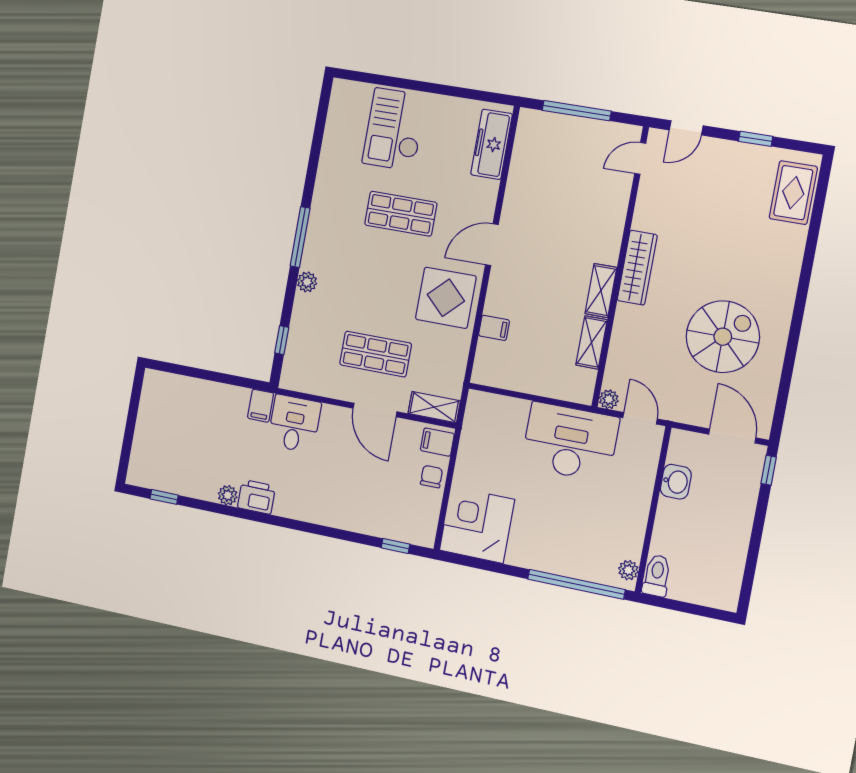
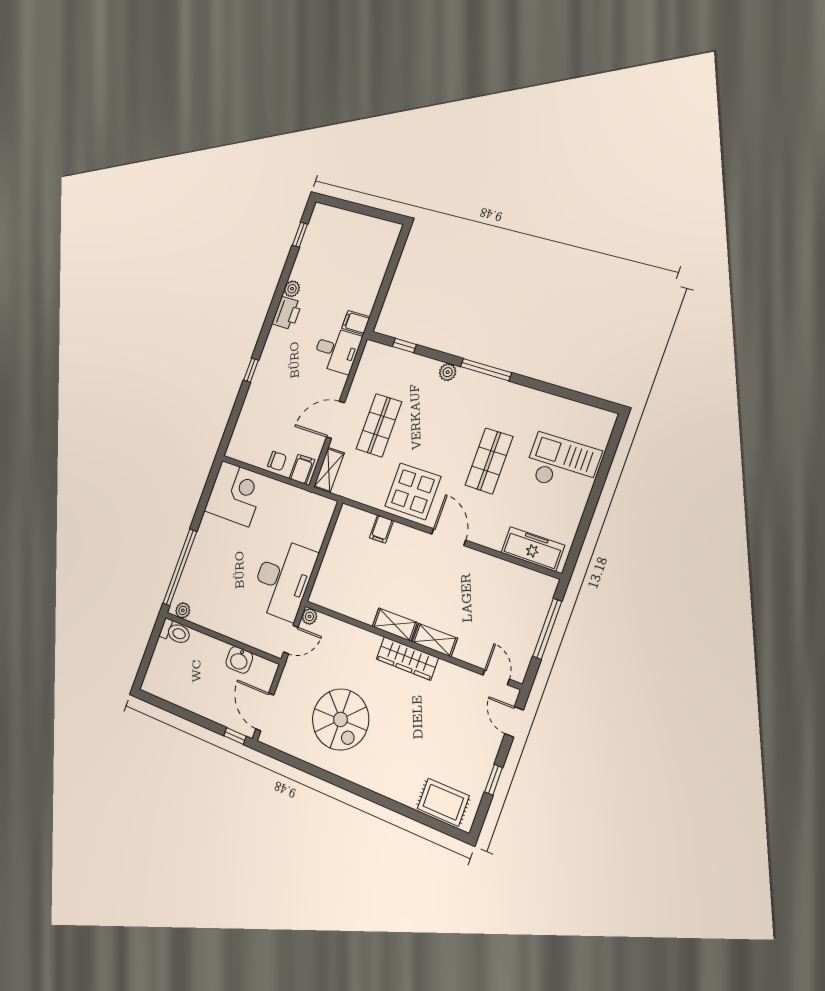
shelving: (592, 342) -> (435, 640), moved
door: (732, 436) -> (265, 712), swing flipped
window: (396, 546) -> (251, 370), moved

